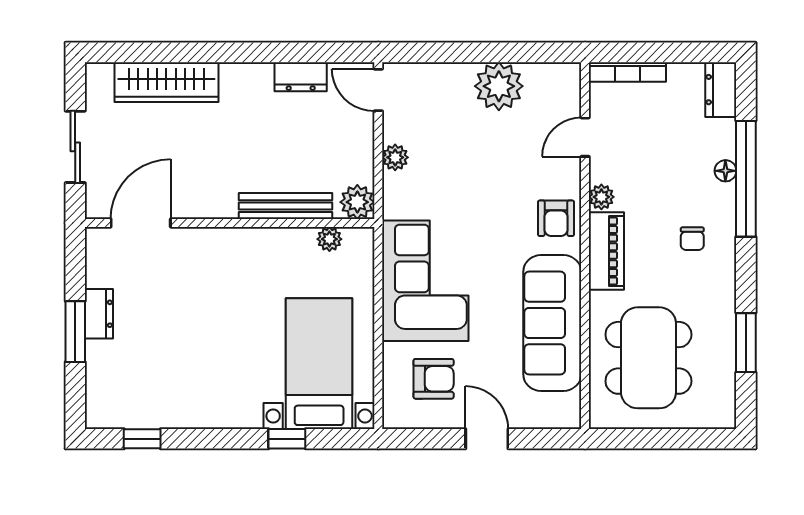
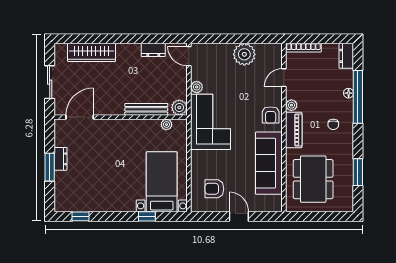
corner sofa: (425, 281) -> (211, 122), moved
armchair: (434, 379) -> (214, 189), turned 180

